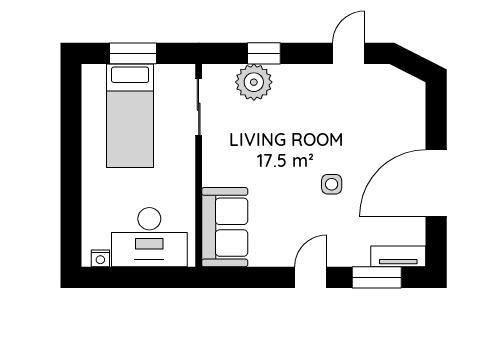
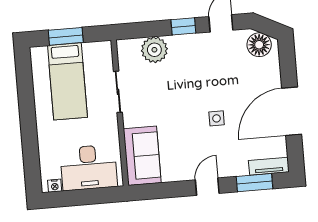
window: (264, 53) -> (183, 26), moved
floor lamp: (399, 87) -> (259, 45), added
sliding door: (199, 107) -> (118, 92), moved

